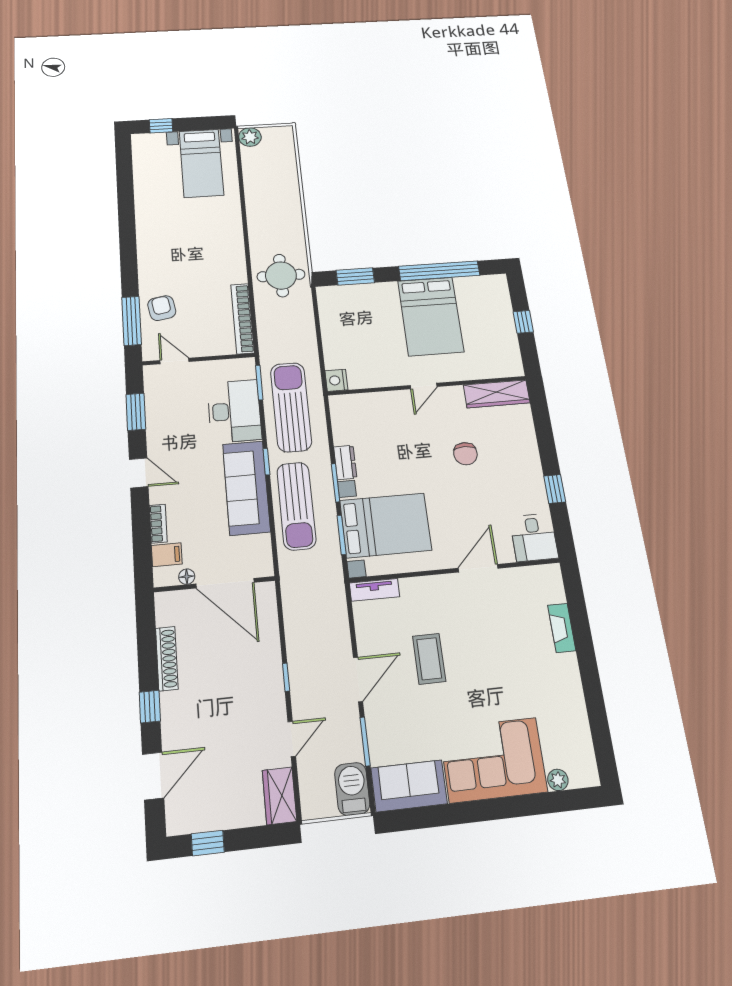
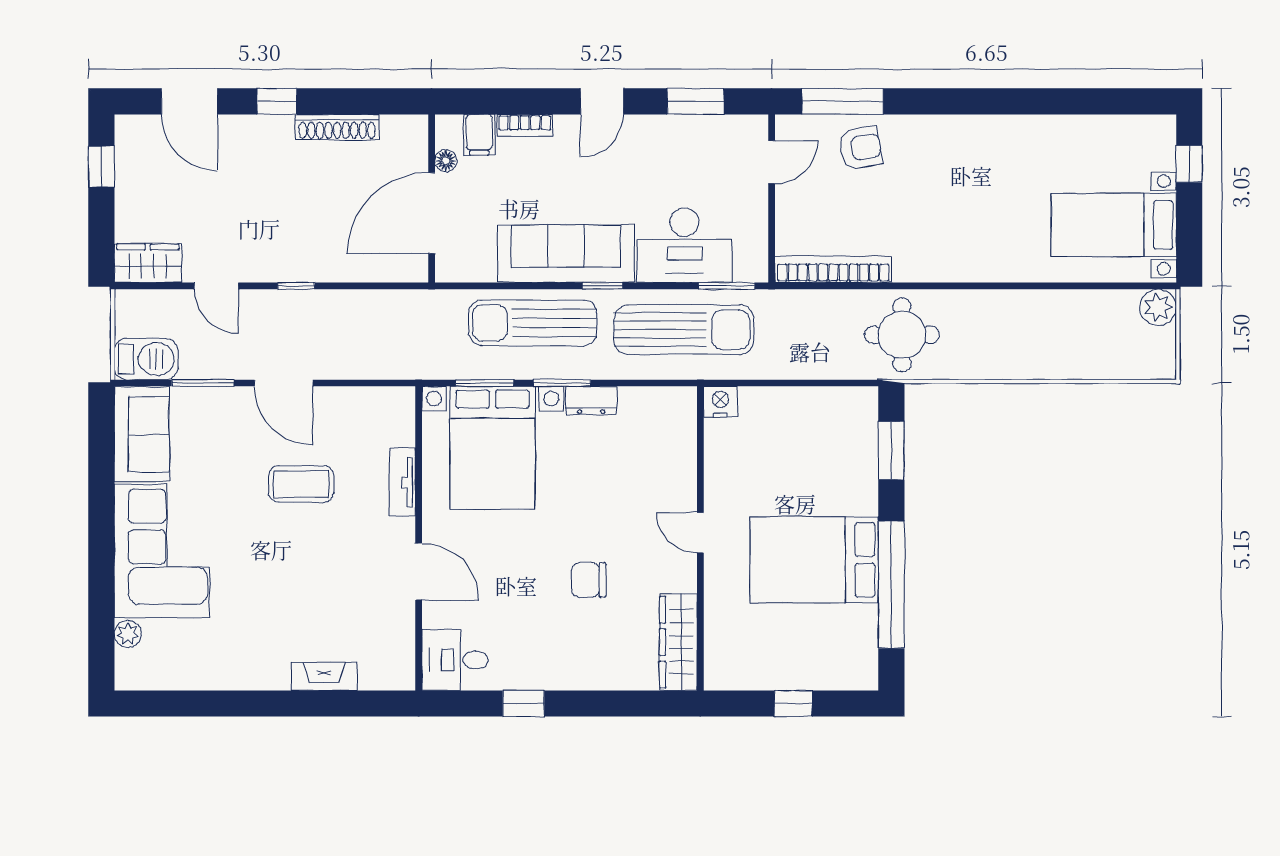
tv unit: (374, 590) -> (402, 482), moved

